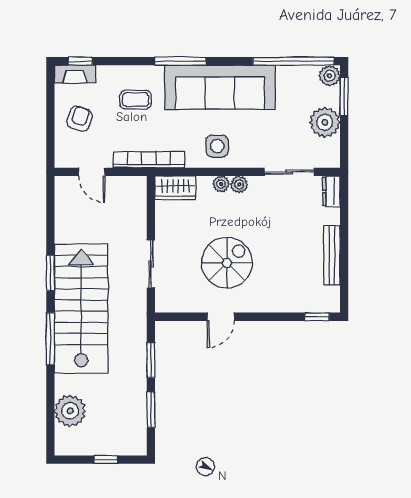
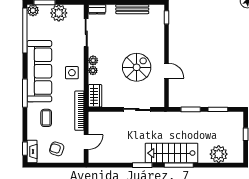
spiral stairs: (227, 263) -> (137, 67), turned 90
stairs: (81, 309) -> (171, 153), width x0.73, depth x0.66

